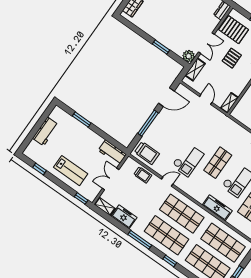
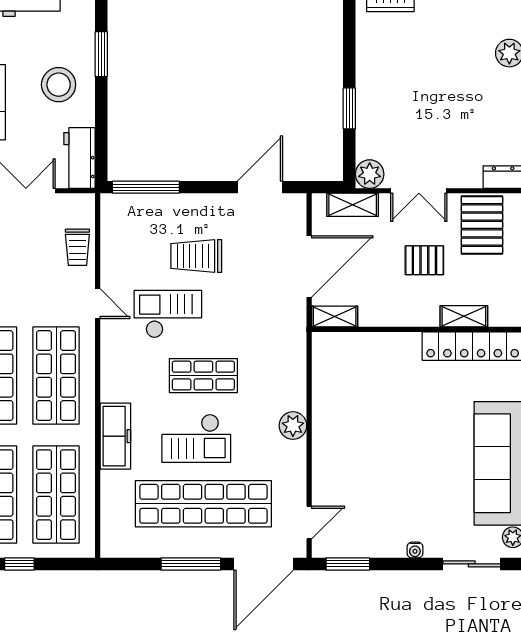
door: (166, 97) -> (260, 187), swing flipped
door: (206, 99) -> (309, 266), width x1.87
window: (148, 123) -> (146, 187), moved
stool: (82, 142) -> (59, 85), added
trolley: (147, 153) -> (196, 256), moved, turned 90
checkout: (188, 160) -> (168, 314), turned 180

